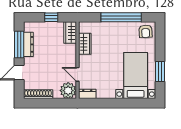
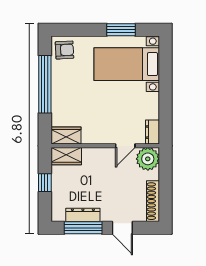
wardrobe: (85, 44) -> (66, 136), moved

